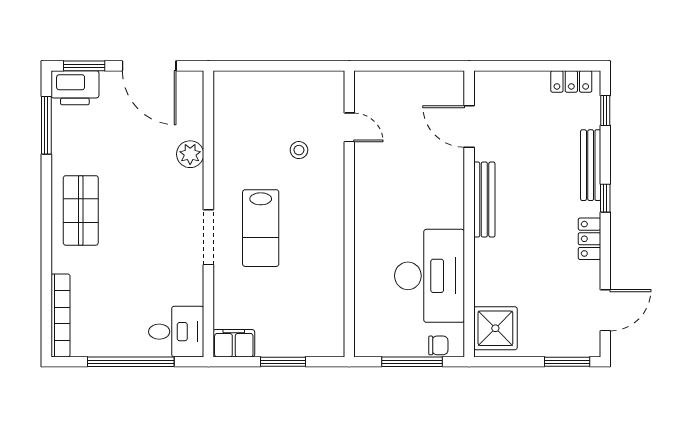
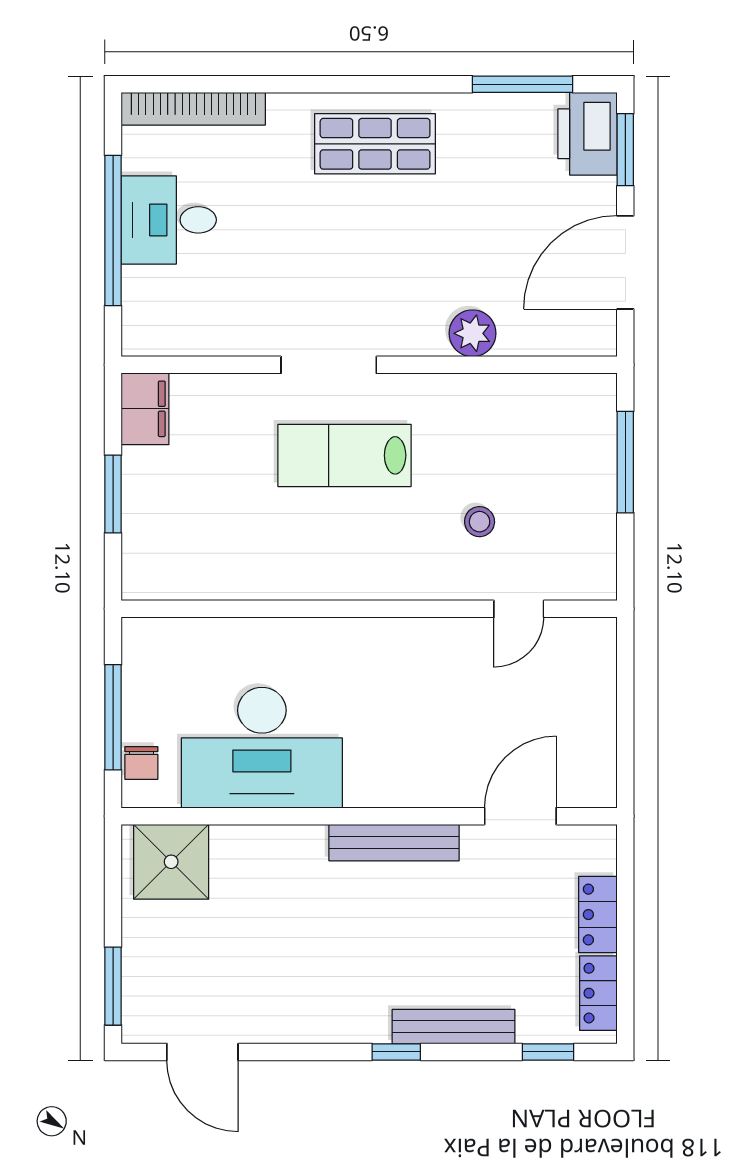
window: (265, 66) -> (625, 462), added
locker: (589, 239) -> (598, 915), moved, turned -90
desk: (176, 332) -> (169, 220), moved, turned 90

